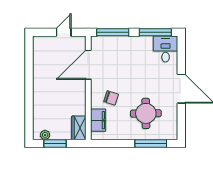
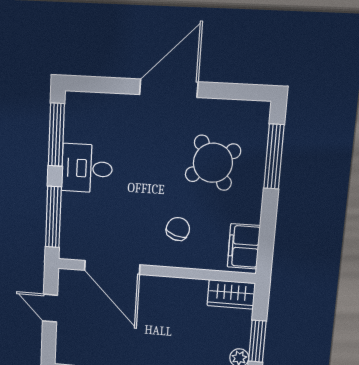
desk: (166, 49) -> (87, 168), moved
round table: (146, 113) -> (213, 163), turned -32
filing cabinet: (98, 120) -> (244, 246), moved, turned -90

